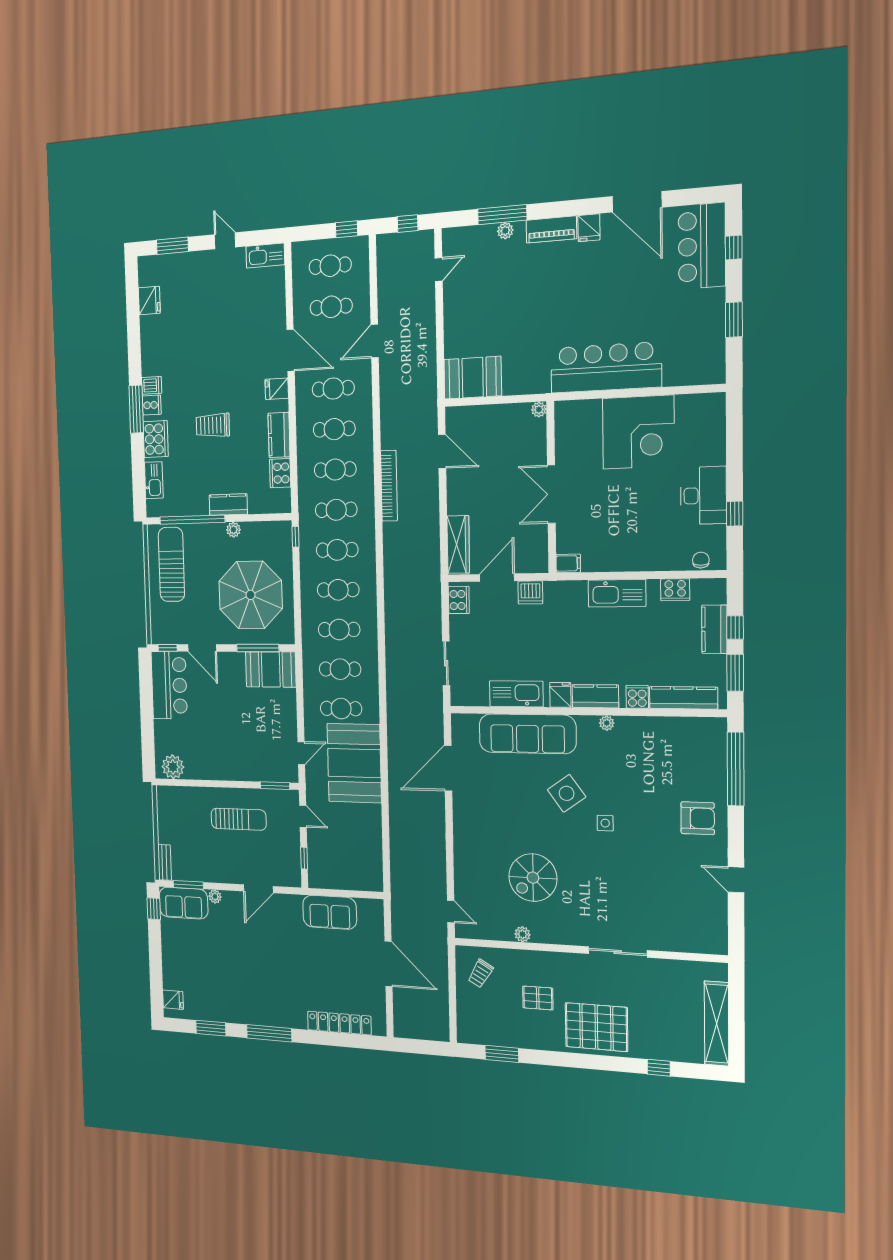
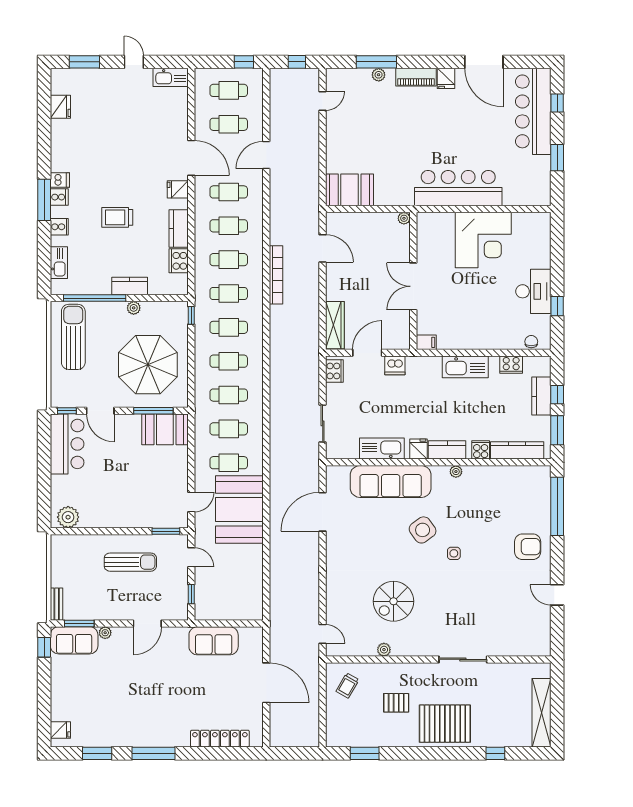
bar counter: (702, 246) -> (533, 111), width x1.36
cooker: (156, 439) -> (59, 227), width x0.53, depth x0.76

